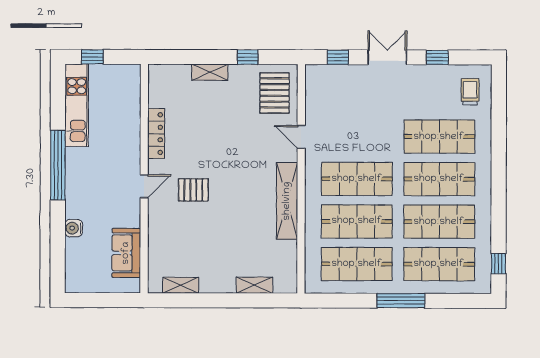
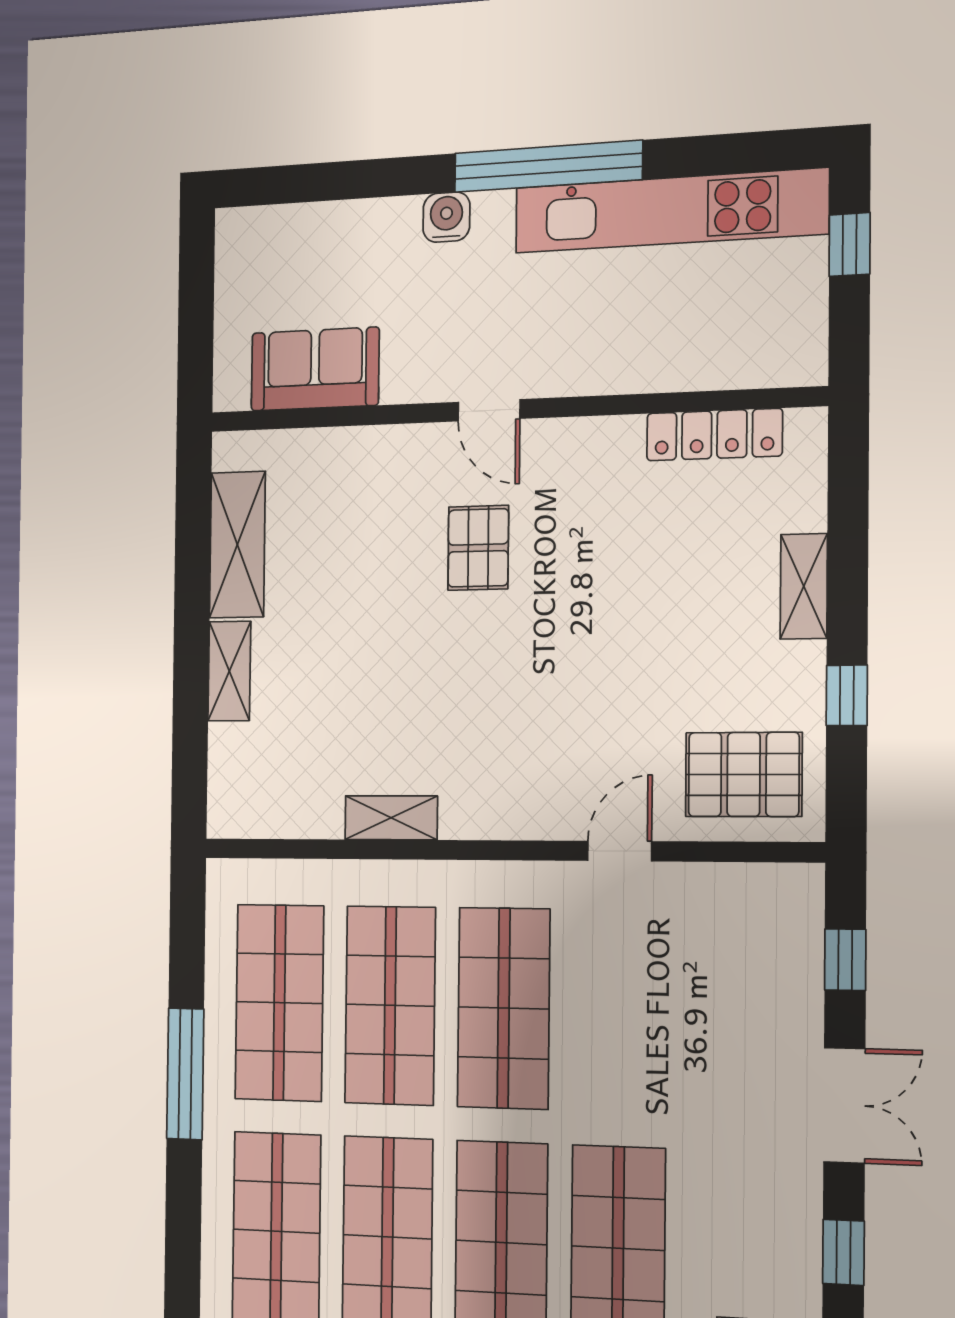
kitchen unit: (77, 105) -> (670, 211), width x1.36
locker: (156, 134) -> (714, 435), moved
shelving: (287, 201) -> (391, 818), width x0.45, depth x0.75
water cooler: (74, 228) -> (446, 217), moved
shelving: (181, 285) -> (237, 545), width x1.50, depth x1.33
shelving: (254, 285) -> (229, 671), moved
window: (401, 301) -> (185, 1074), moved

